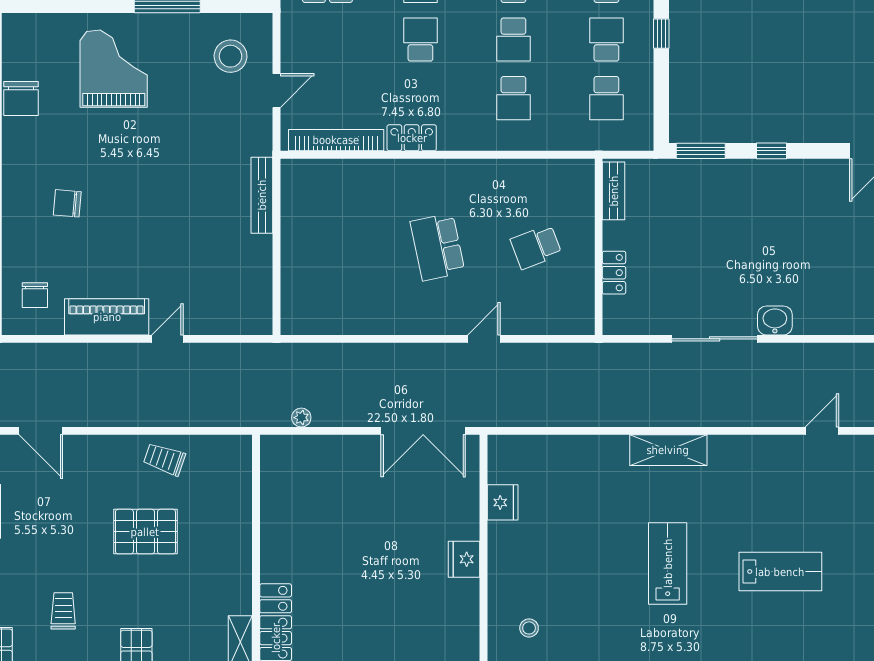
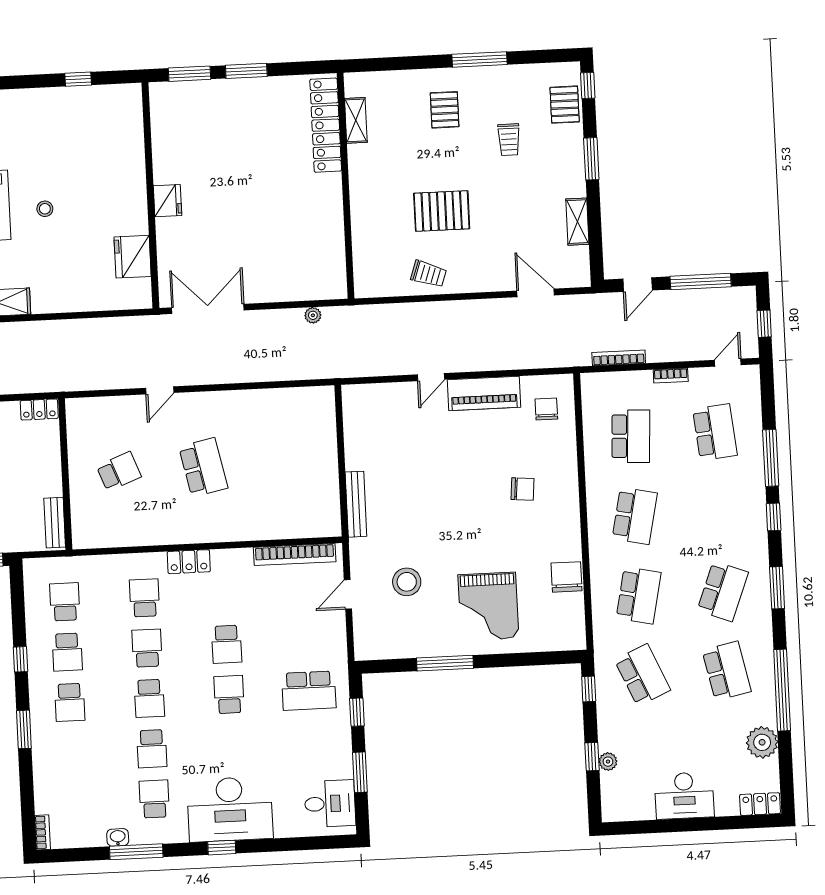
stool: (231, 56) -> (407, 582), moved
locker: (412, 138) -> (189, 562), moved
locker: (614, 273) -> (39, 409), moved, turned -90
fridge: (503, 502) -> (133, 257), width x1.36, depth x1.34
stool: (529, 628) -> (45, 209), moved

